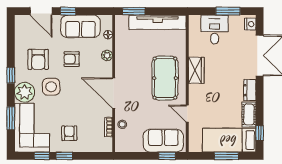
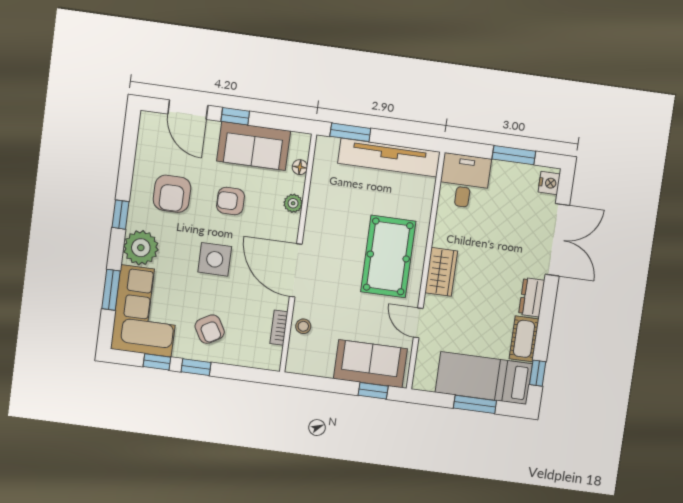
desk: (215, 30) -> (464, 181), moved
wardrobe: (196, 70) -> (441, 272), moved
side table: (51, 87) -> (215, 259), moved
armchair: (69, 133) -> (210, 329), turned 150

